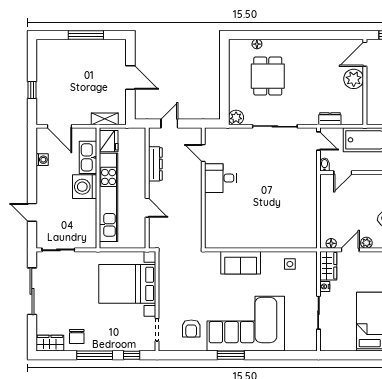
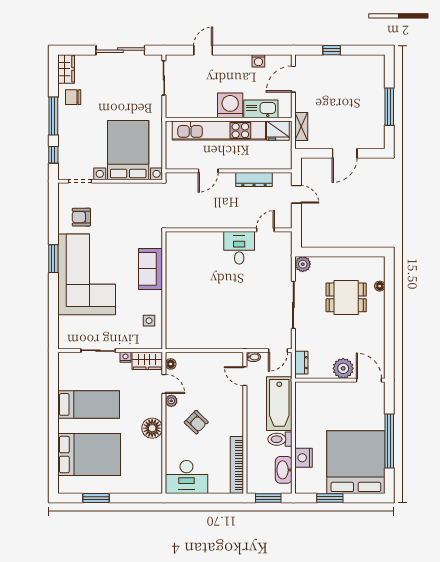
door: (365, 54) -> (369, 380), moved
plant: (354, 79) -> (343, 368), moved
wall: (365, 82) -> (340, 380), moved

